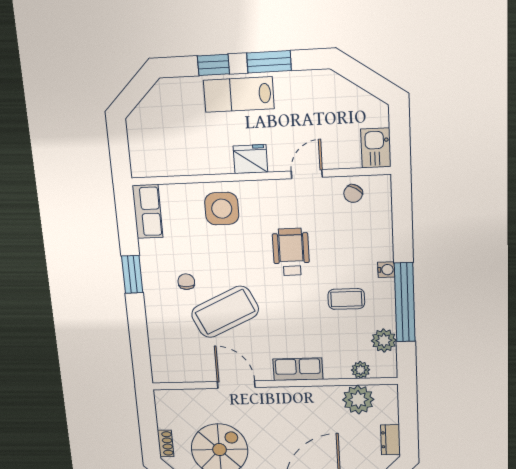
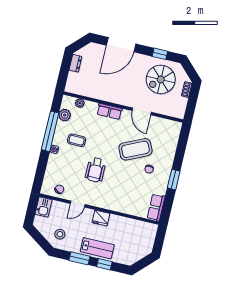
stool: (325, 101) -> (60, 234), added
side table: (222, 209) -> (121, 199), removed
plant: (358, 400) -> (85, 88), removed

